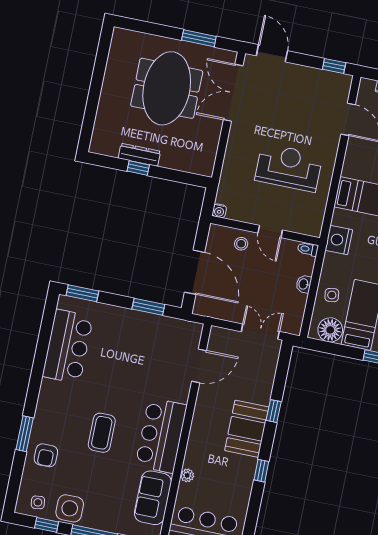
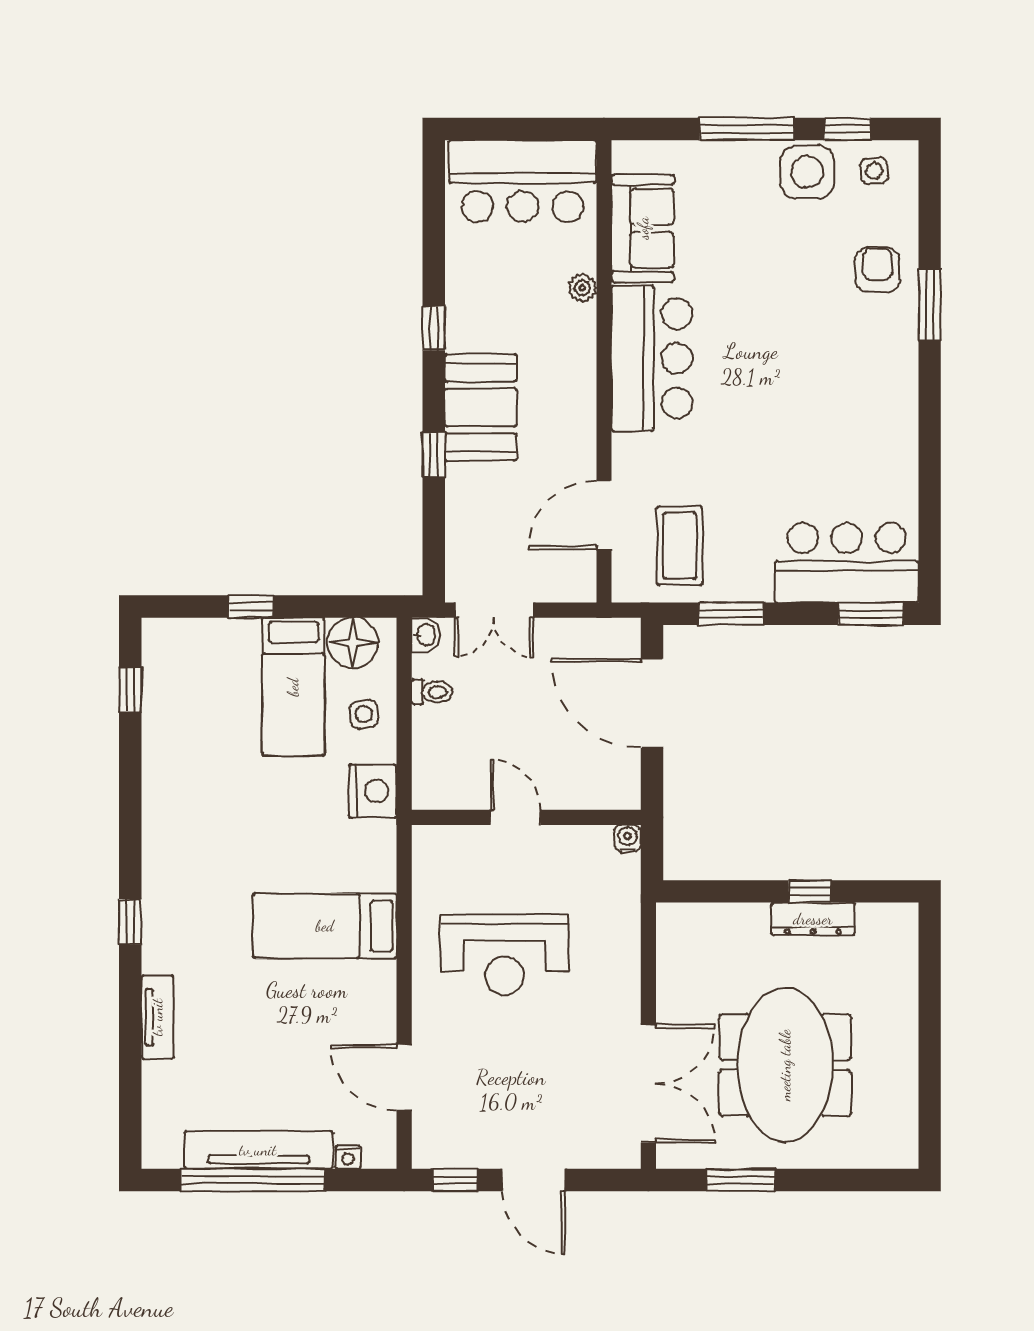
door: (272, 53) -> (533, 1180), moved
nightstand: (339, 240) -> (373, 791), moved
stool: (241, 244) -> (569, 781), removed
toilet: (308, 249) -> (432, 692), moved
washbasin: (304, 284) -> (426, 635), moved
bar counter: (68, 346) -> (847, 563), moved, turned 90
coffee table: (102, 433) -> (680, 546), moved

